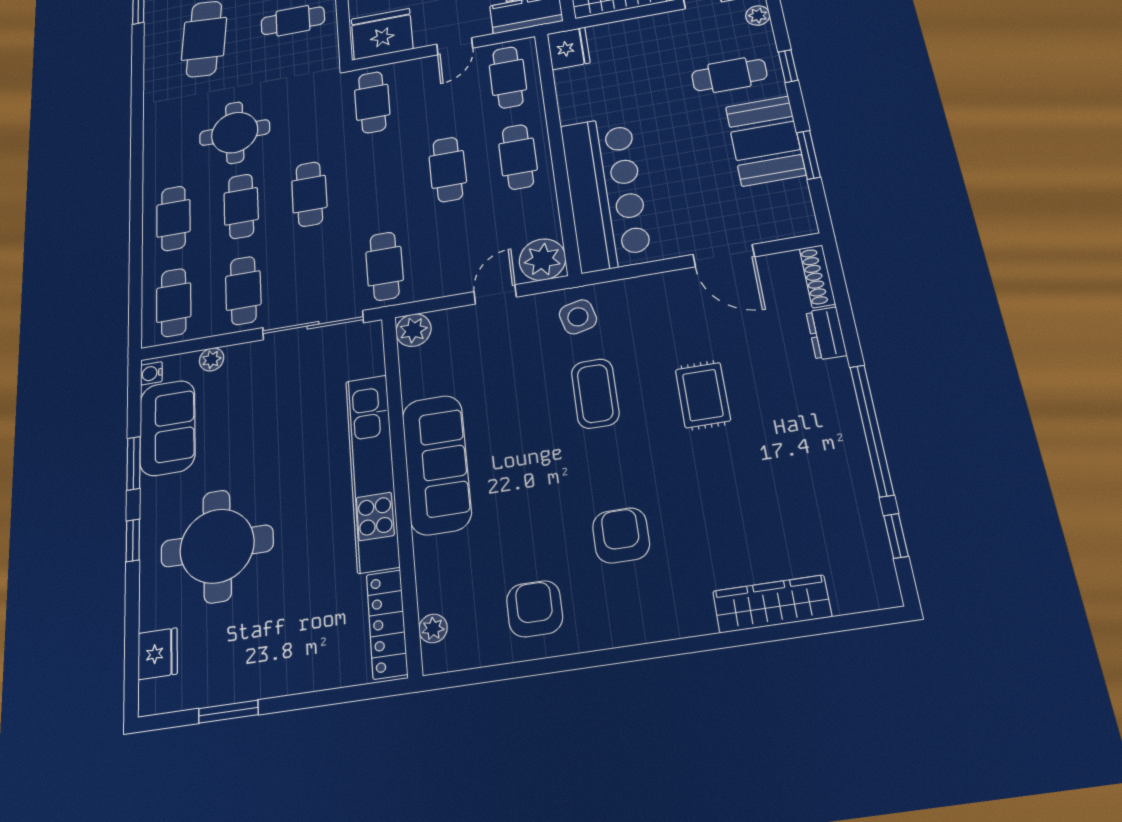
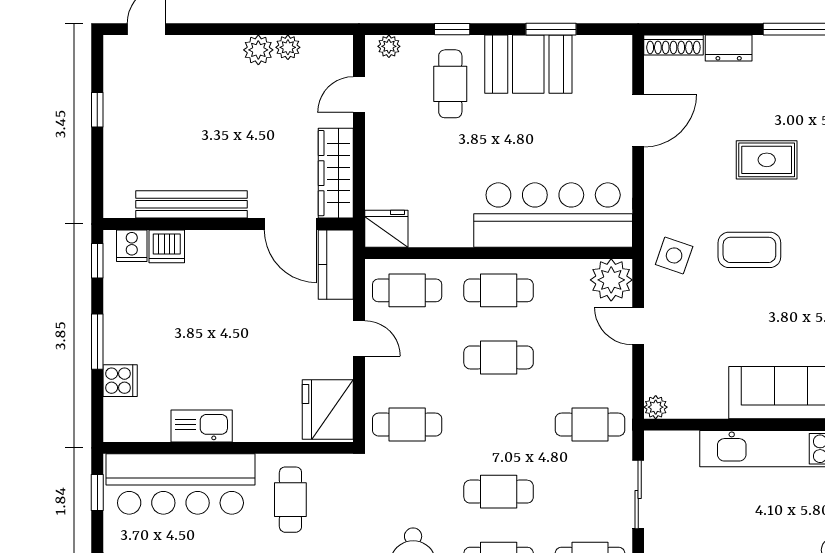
side table: (578, 317) -> (674, 255), turned 33
sliding door: (313, 325) -> (638, 494), width x0.73
plant: (413, 330) -> (656, 407), width x0.73, depth x0.73

